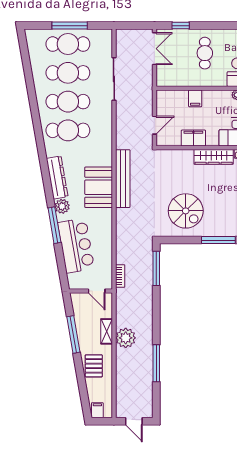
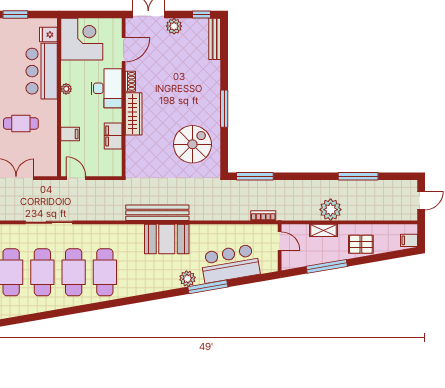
door: (154, 125) -> (76, 178), moved
dresser: (57, 177) -> (156, 284), removed
door: (97, 291) -> (280, 241), hinge flipped

